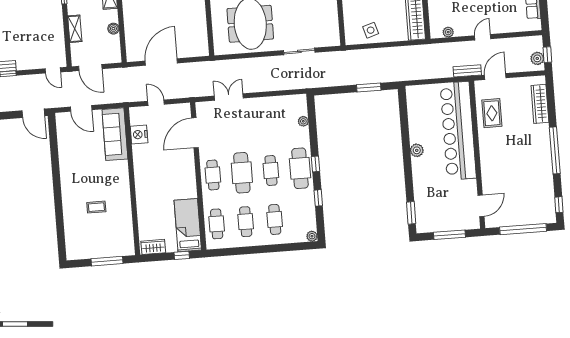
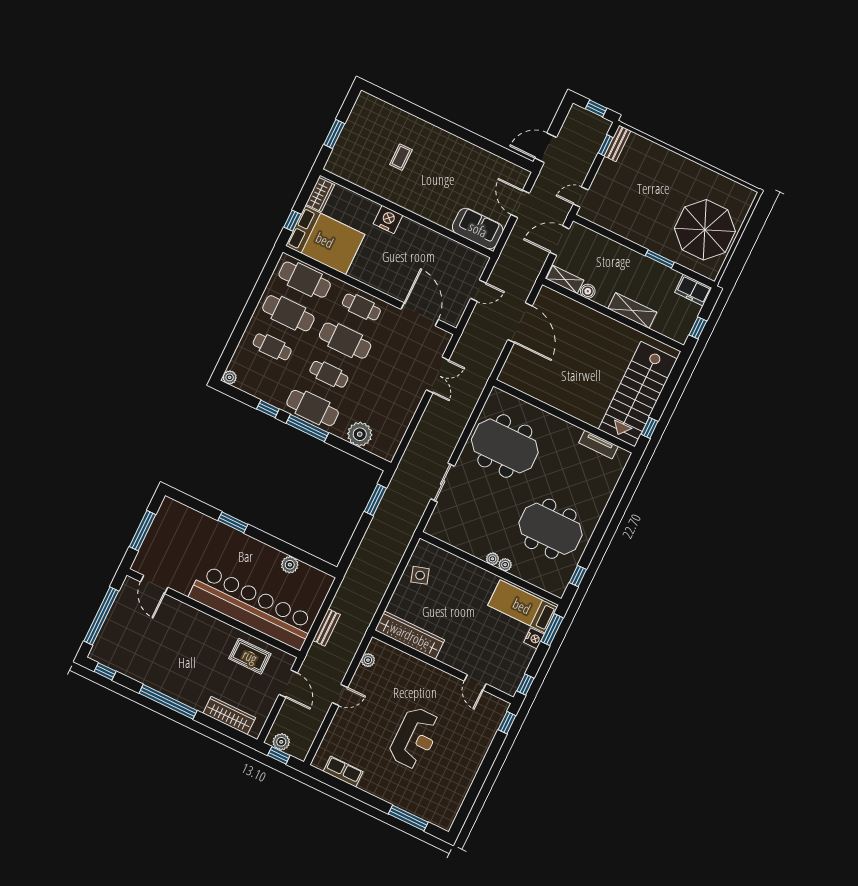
shelving: (75, 29) -> (565, 280), moved
door: (483, 37) -> (340, 695), hinge flipped
bench: (467, 71) -> (326, 628), moved
window: (369, 88) -> (375, 500), moved
door: (81, 108) -> (520, 204), hinge flipped
plant: (303, 121) -> (360, 434), width x1.87, depth x1.87
sofa: (115, 134) -> (478, 229), width x0.73
nightstand: (139, 134) -> (388, 219), moved
plant: (417, 150) -> (290, 565), moved
window: (316, 164) -> (307, 428), width x2.17
window: (411, 213) -> (233, 522), moved
cafe table: (246, 222) -> (288, 313), width x1.37, depth x1.35
cafe table: (217, 224) -> (305, 280), width x1.37, depth x1.35
bed: (188, 225) -> (325, 240), width x1.50
window: (107, 261) -> (334, 134), width x0.69

